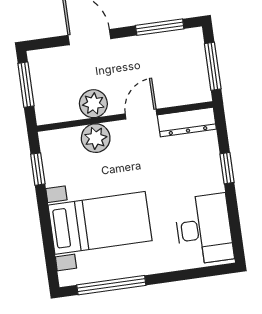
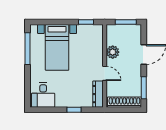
shoe rack: (196, 64) -> (124, 102), added
window: (213, 66) -> (122, 110), removed
plant: (96, 138) -> (97, 51), removed
desk: (204, 229) -> (43, 95), width x0.73

